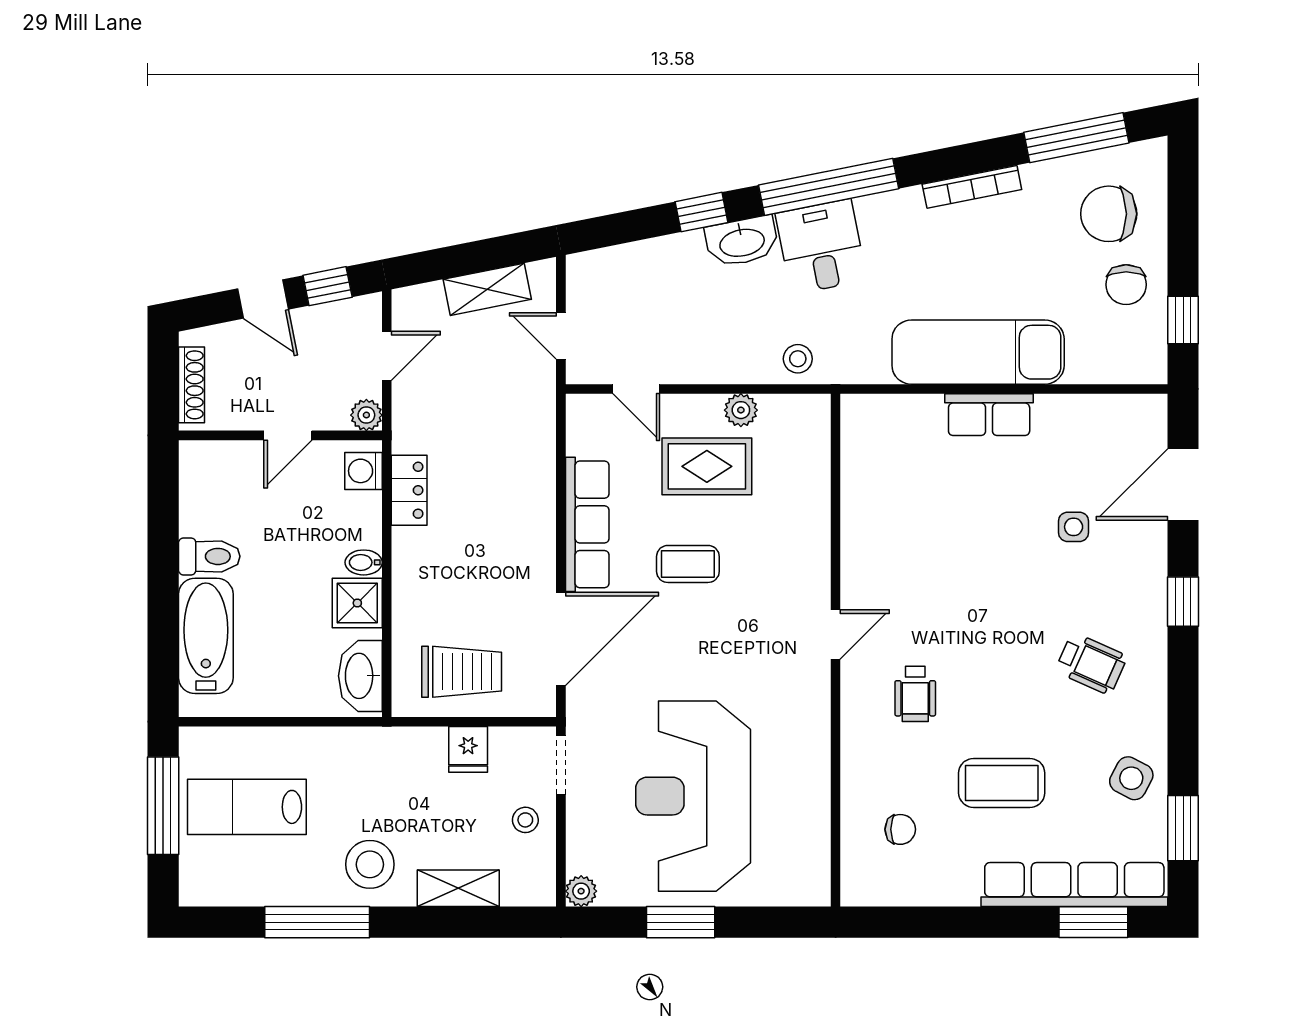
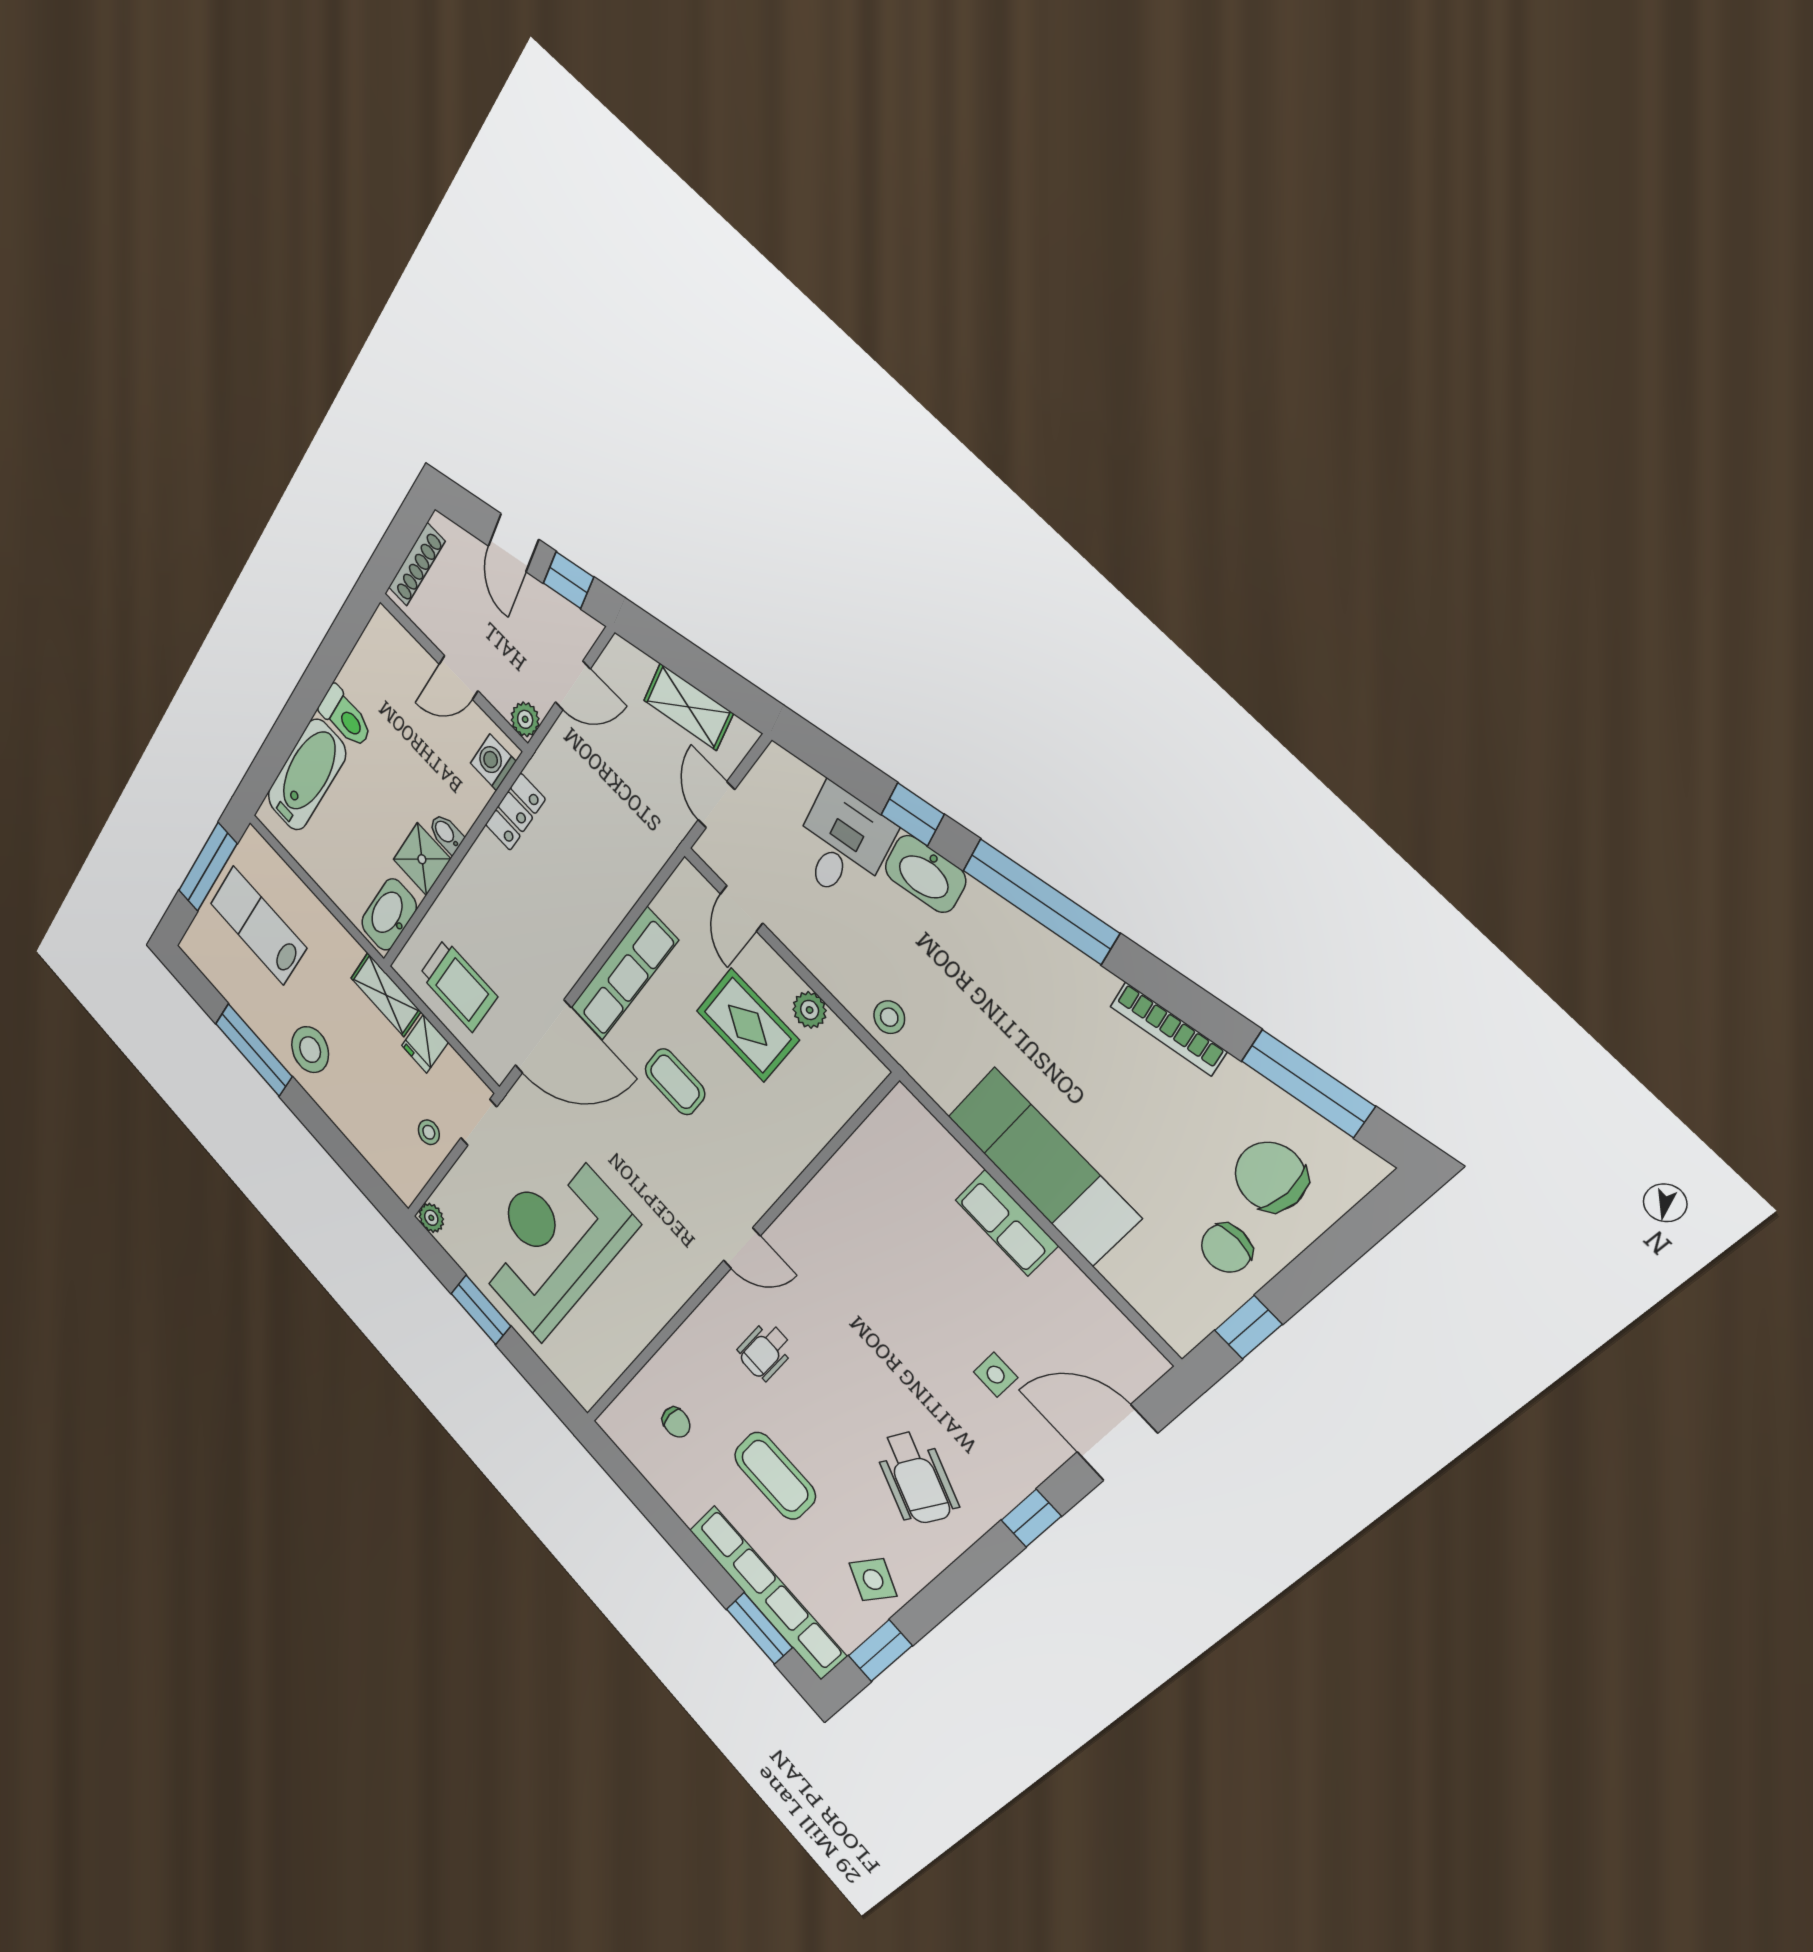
desk: (821, 247) -> (842, 844), moved
wheelchair: (1091, 664) -> (916, 1478), width x1.36, depth x1.37
shelving: (458, 888) -> (386, 995), moved

